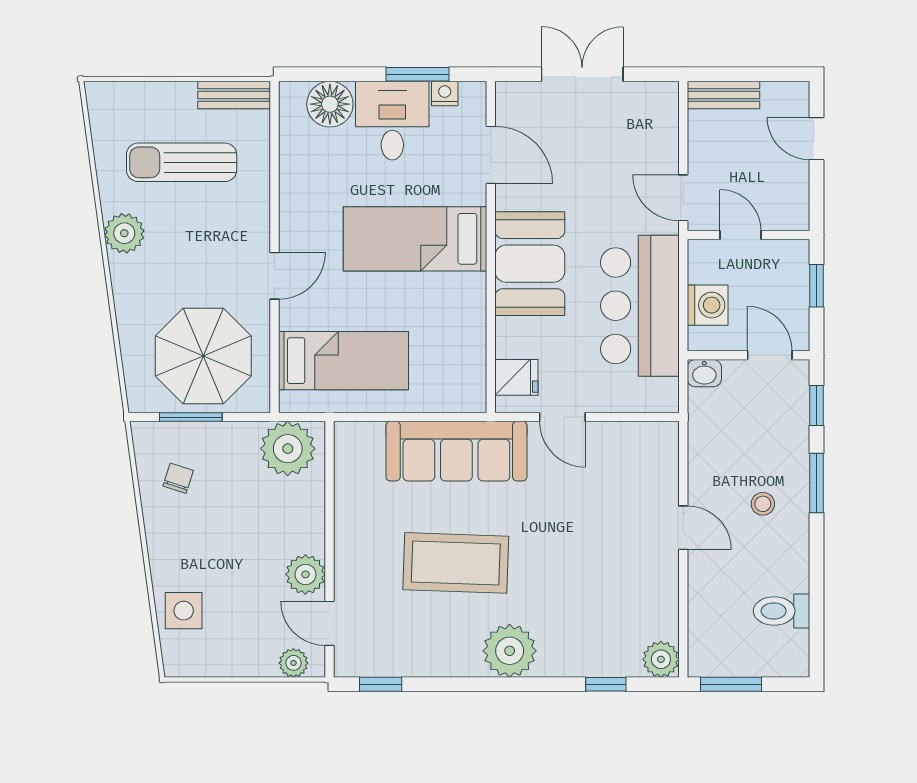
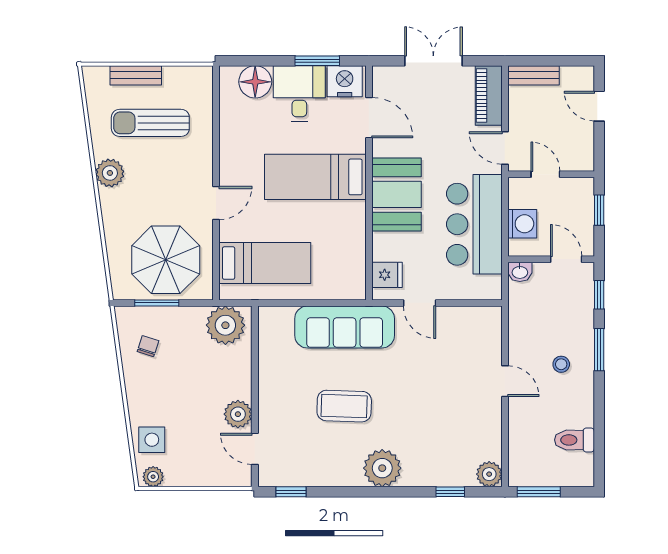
nightstand: (445, 94) -> (345, 81), width x1.89, depth x1.79
bench: (234, 95) -> (136, 75), moved
piano: (660, 123) -> (489, 95), added
coffee table: (456, 563) -> (344, 406), width x0.73, depth x0.76
plant: (293, 663) -> (153, 477), moved

